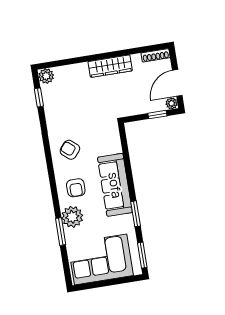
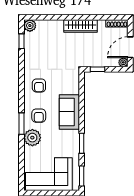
window: (157, 115) -> (98, 69), moved
armchair: (70, 150) -> (39, 85), turned -130
sofa: (115, 185) -> (69, 112), width x0.73
window: (61, 232) -> (22, 124), moved

